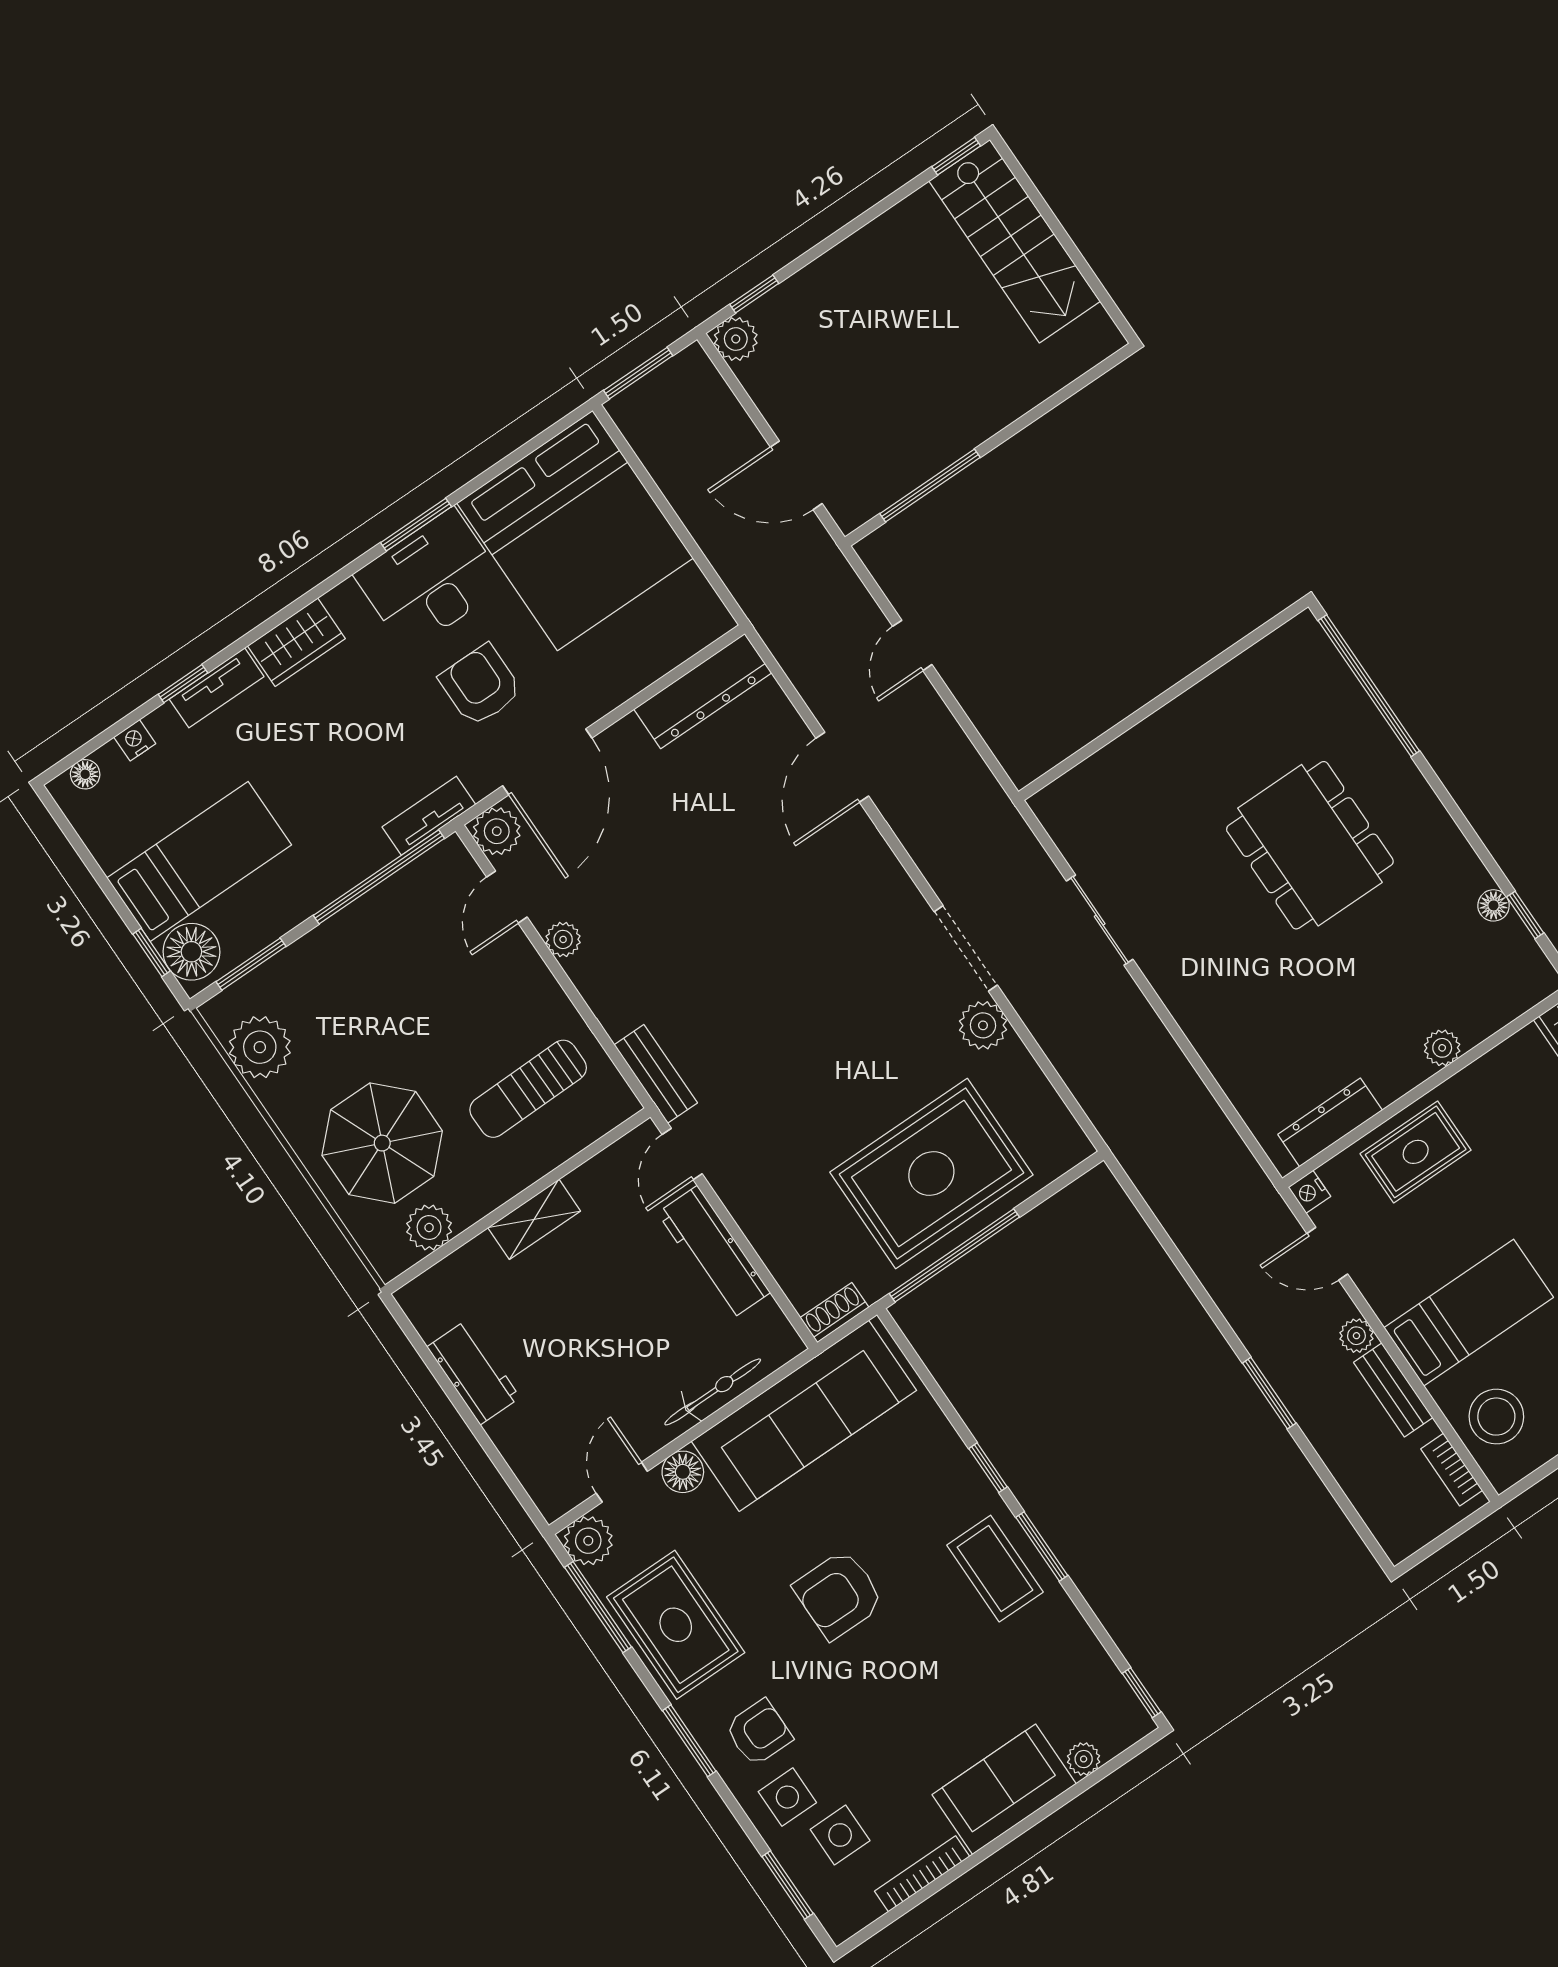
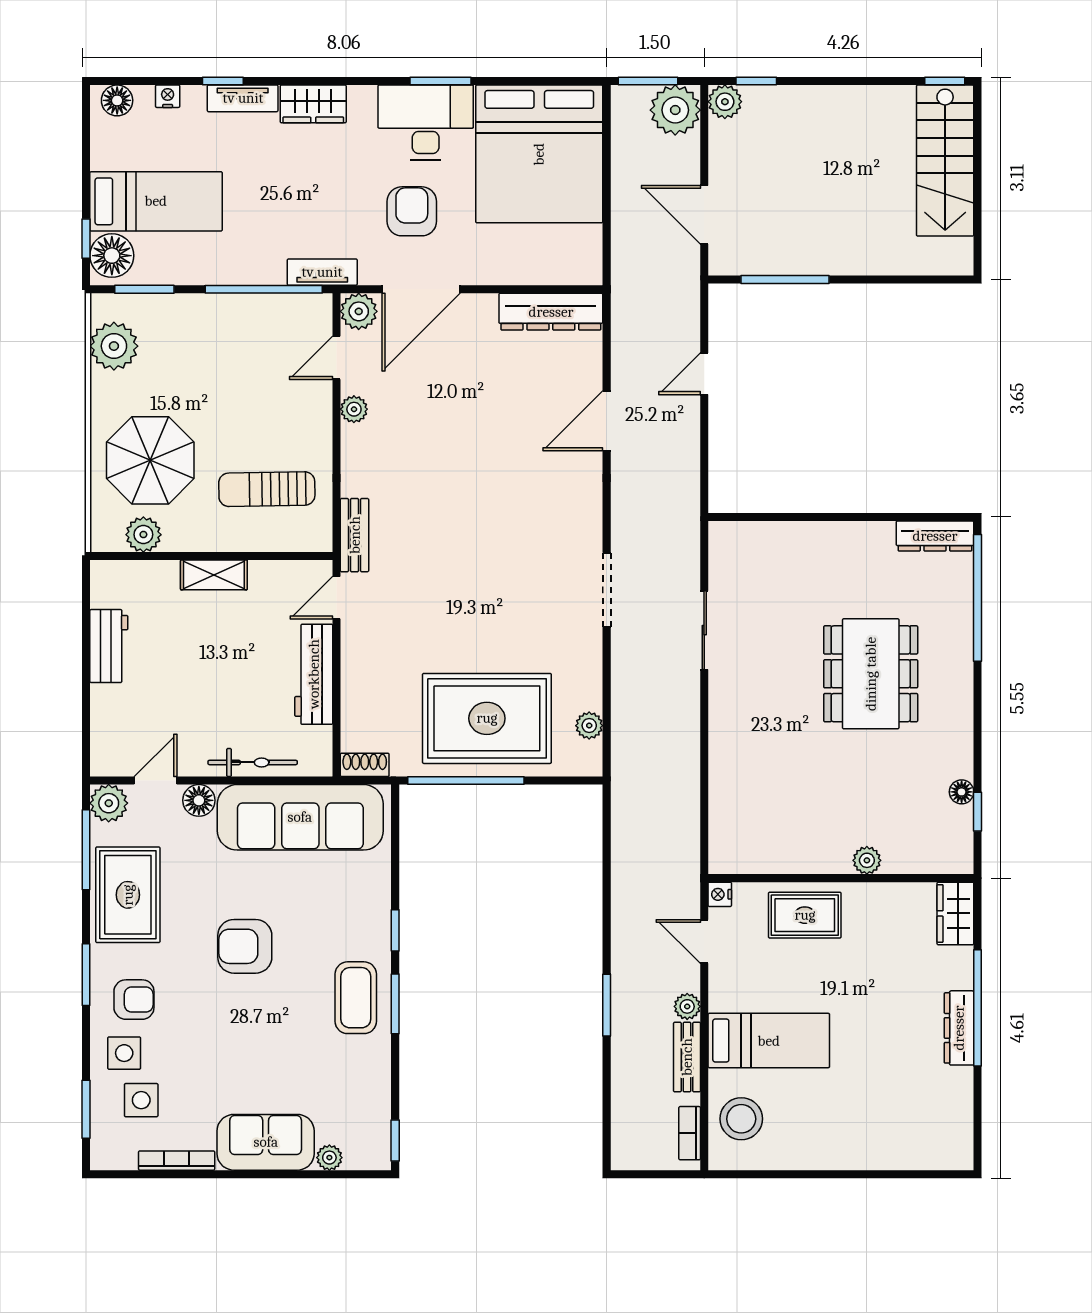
plant: (689, 384) -> (675, 110), added
floor lamp: (85, 774) -> (117, 100), width x1.37, depth x1.37
plant: (983, 1025) -> (589, 726), moved, width x0.73, depth x0.73
dresser: (1330, 1122) -> (935, 536), moved, turned 180

